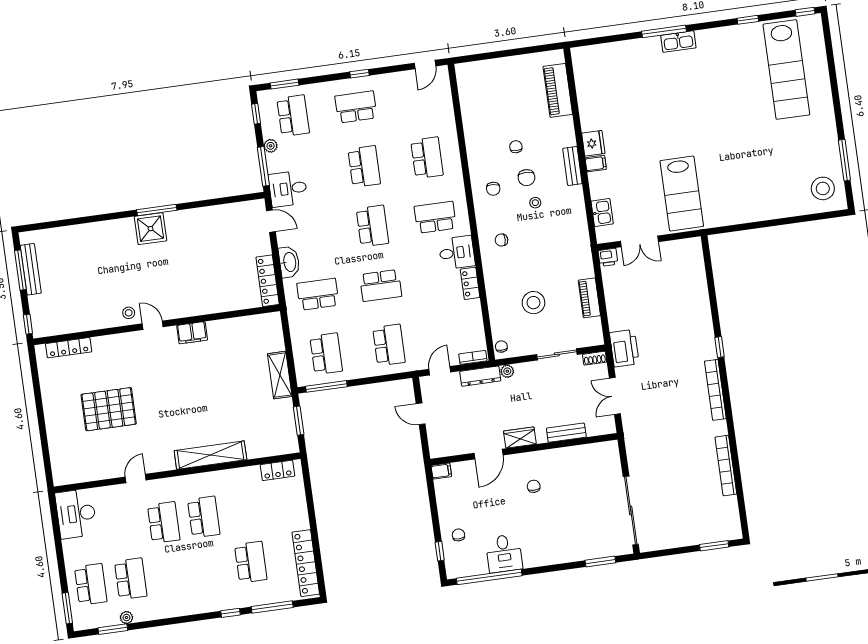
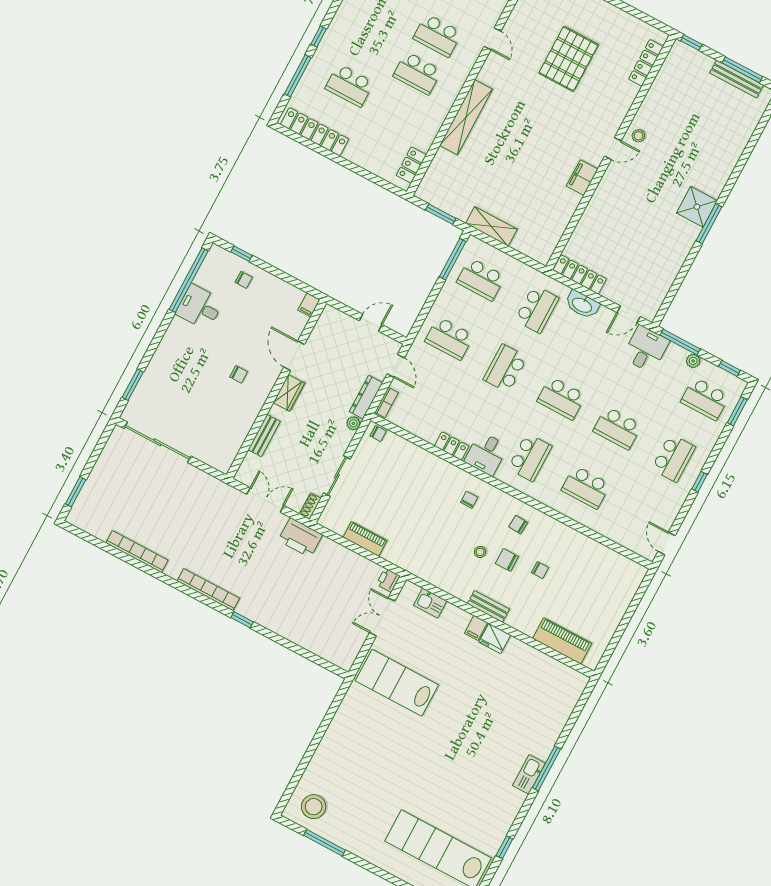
stool: (533, 303) -> (396, 488), removed

